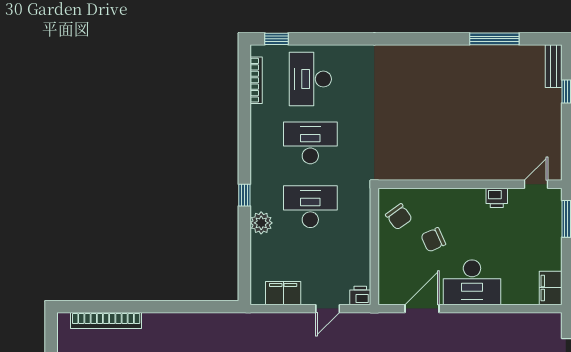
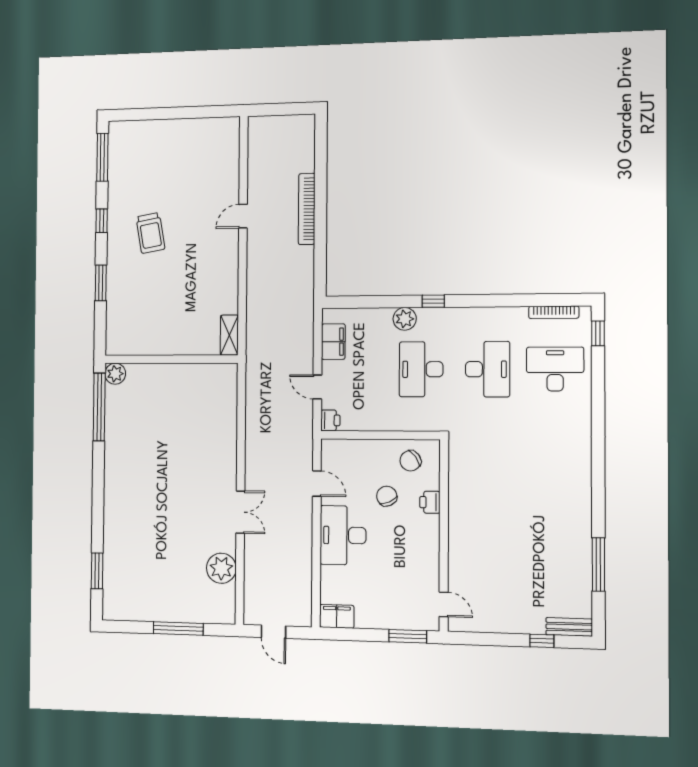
printer: (497, 198) -> (430, 502), moved
desk: (310, 207) -> (421, 369), turned 180
door: (422, 309) -> (317, 484), width x0.73
bookcase: (106, 320) -> (307, 209), moved

